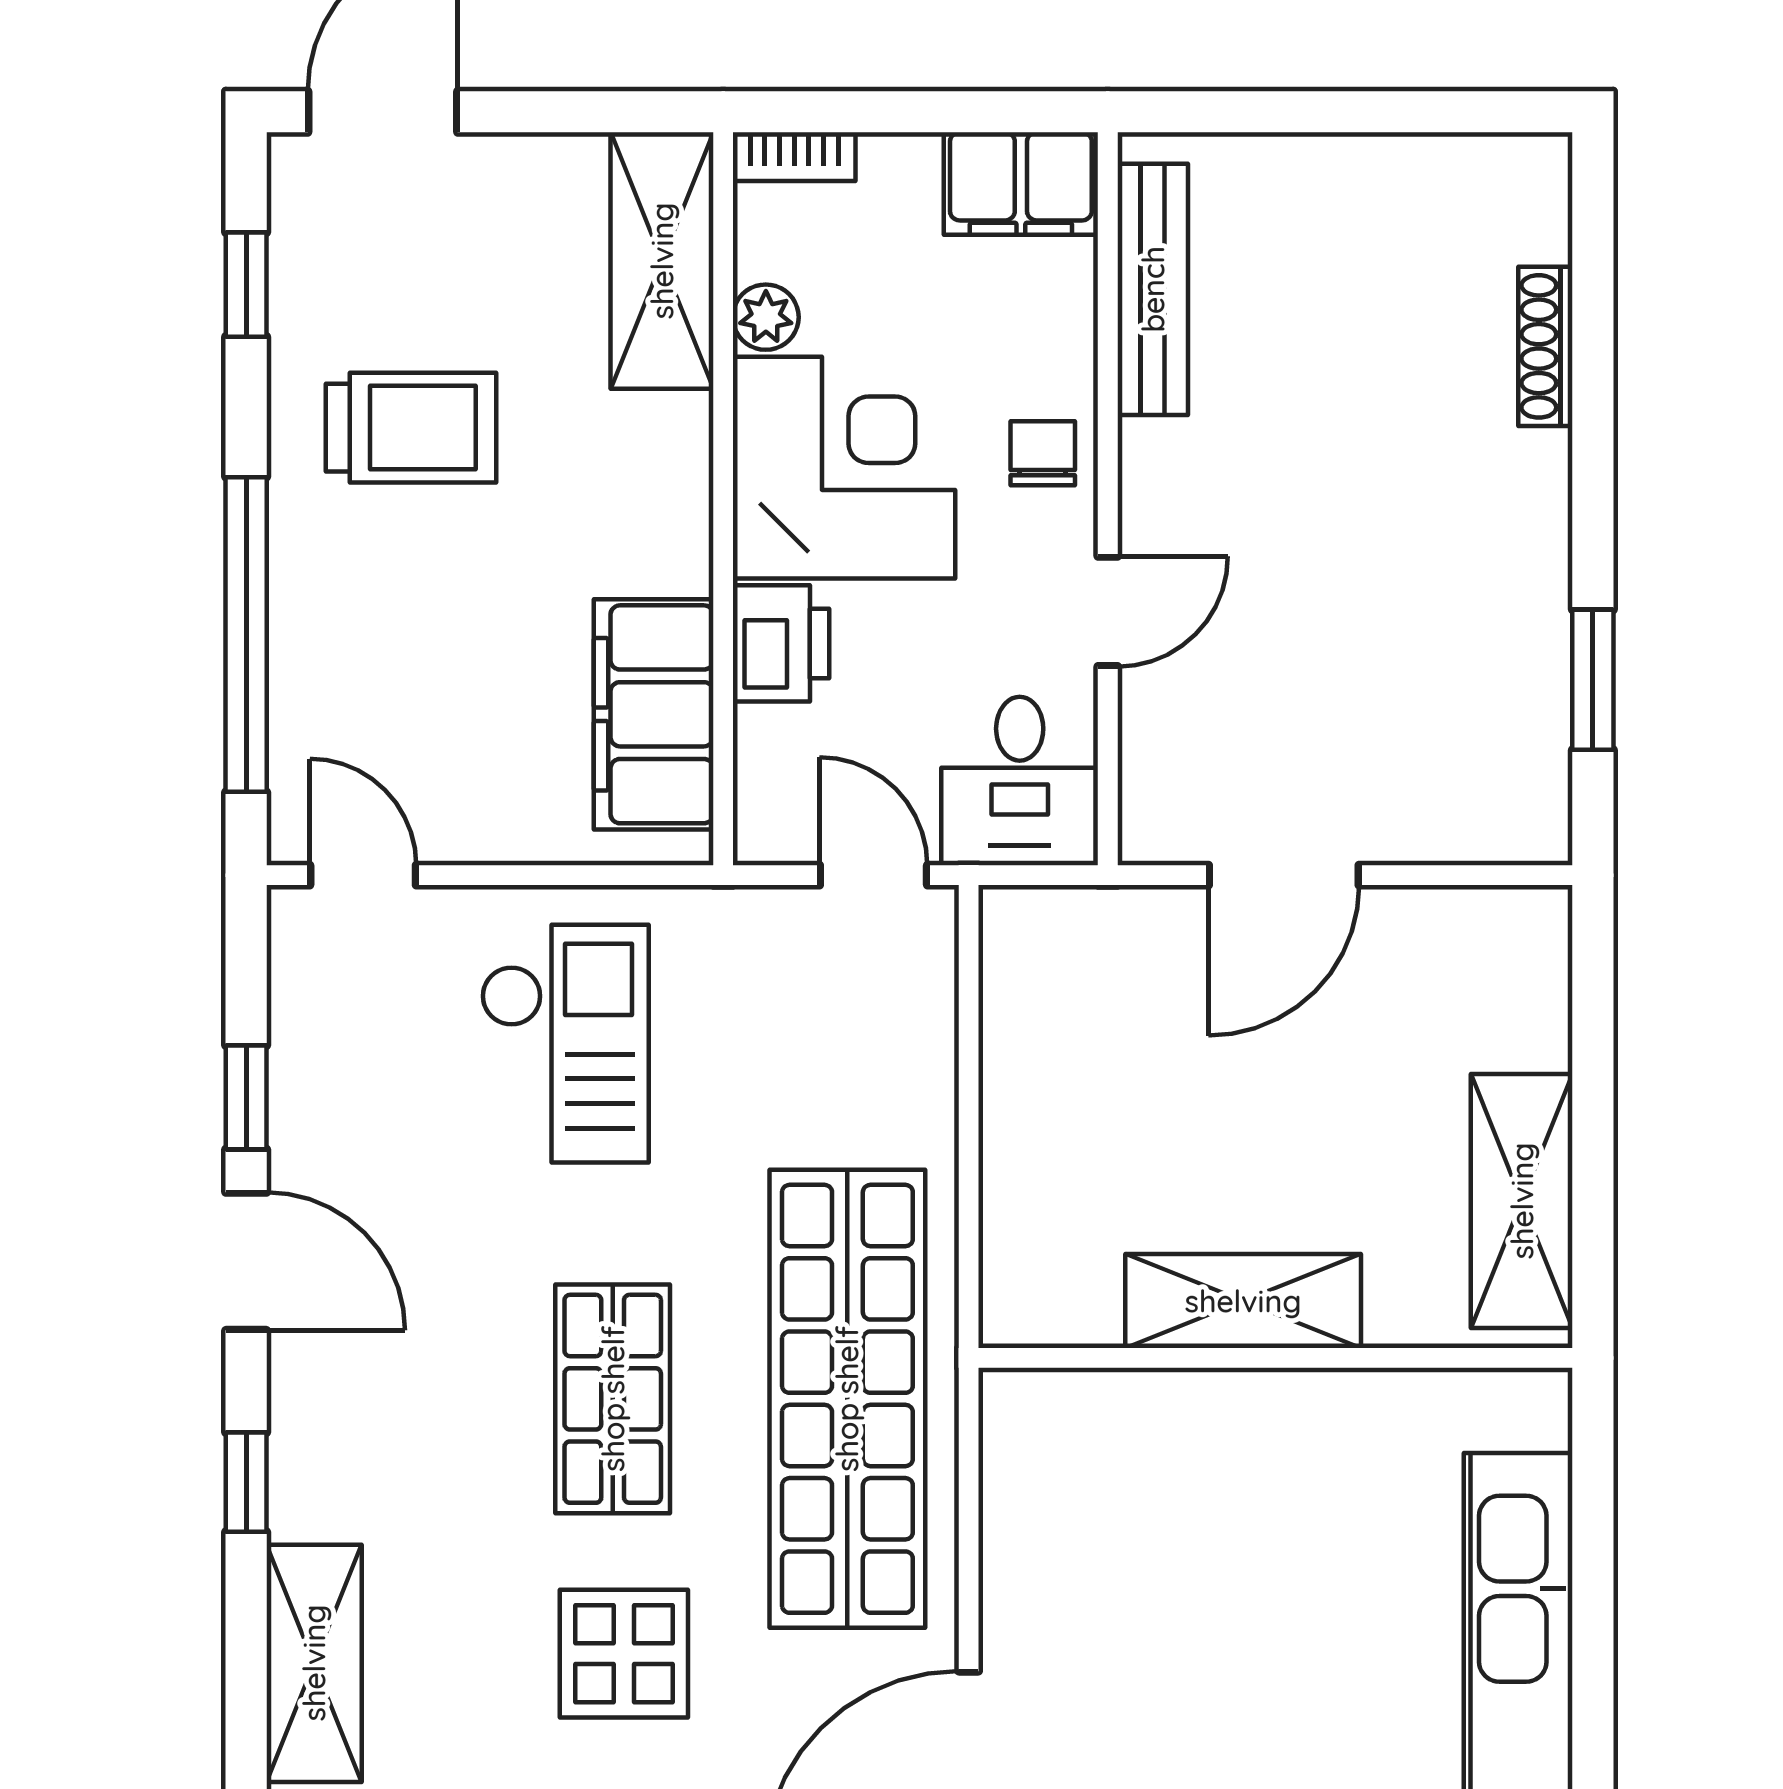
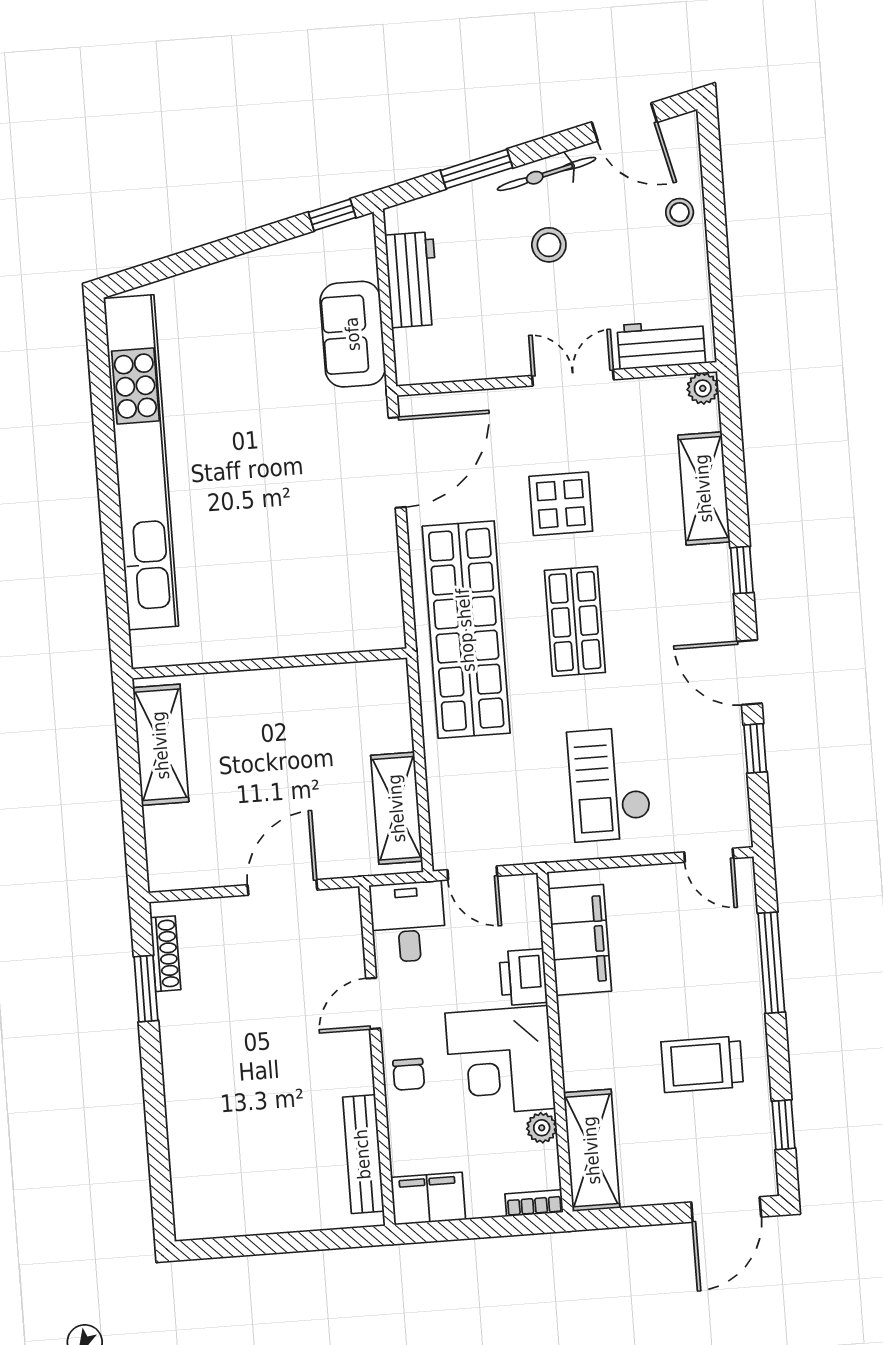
shoe rack: (1545, 346) -> (165, 954), moved
window: (246, 635) -> (771, 963), width x0.68
shelving: (1243, 1301) -> (397, 808), moved, turned 90

